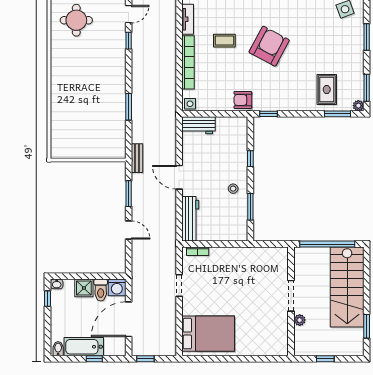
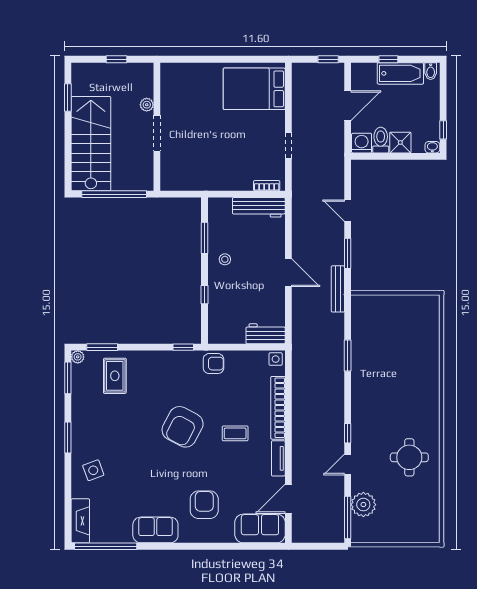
bench: (137, 158) -> (338, 289), width x1.36
workbench: (190, 219) -> (259, 207), moved, turned -90
door: (129, 319) -> (348, 106), width x0.73

